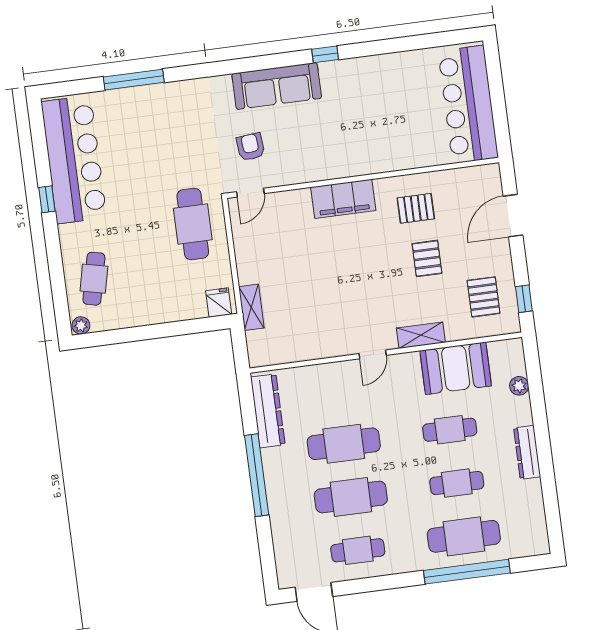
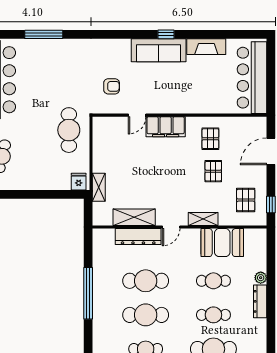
fireplace: (390, 65) -> (206, 47), added
sofa: (277, 86) -> (159, 50), moved
armchair: (251, 147) -> (112, 86), turned 95
door: (250, 193) -> (137, 115), moved
pallet: (416, 208) -> (210, 139), turned 90
shelving: (313, 347) -> (134, 217), added
plant: (519, 386) -> (261, 278), moved
dresser: (268, 411) -> (138, 237), moved, turned 90

